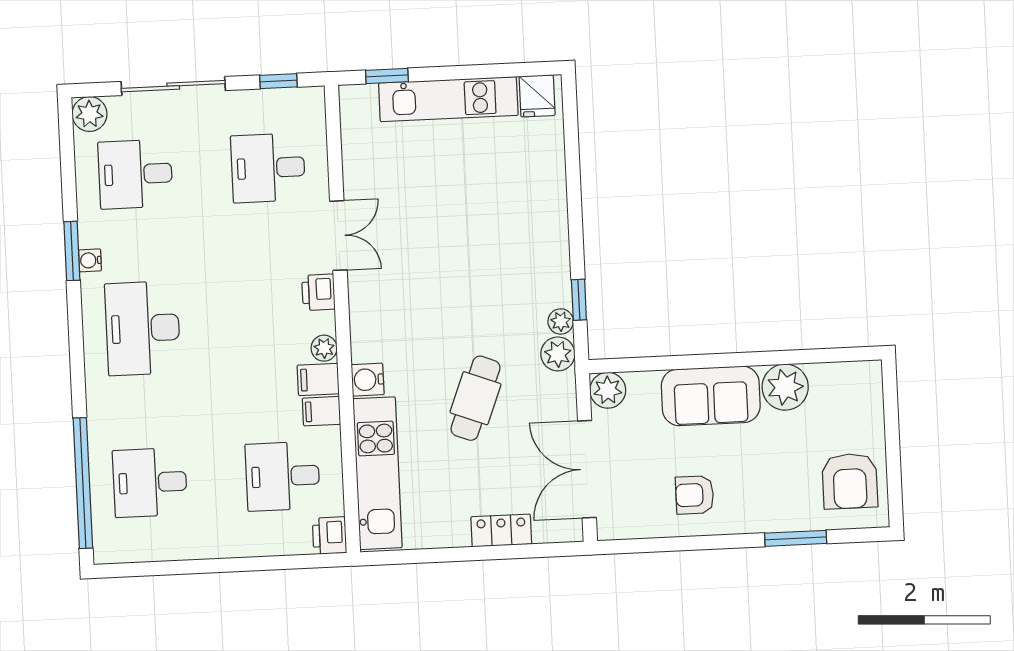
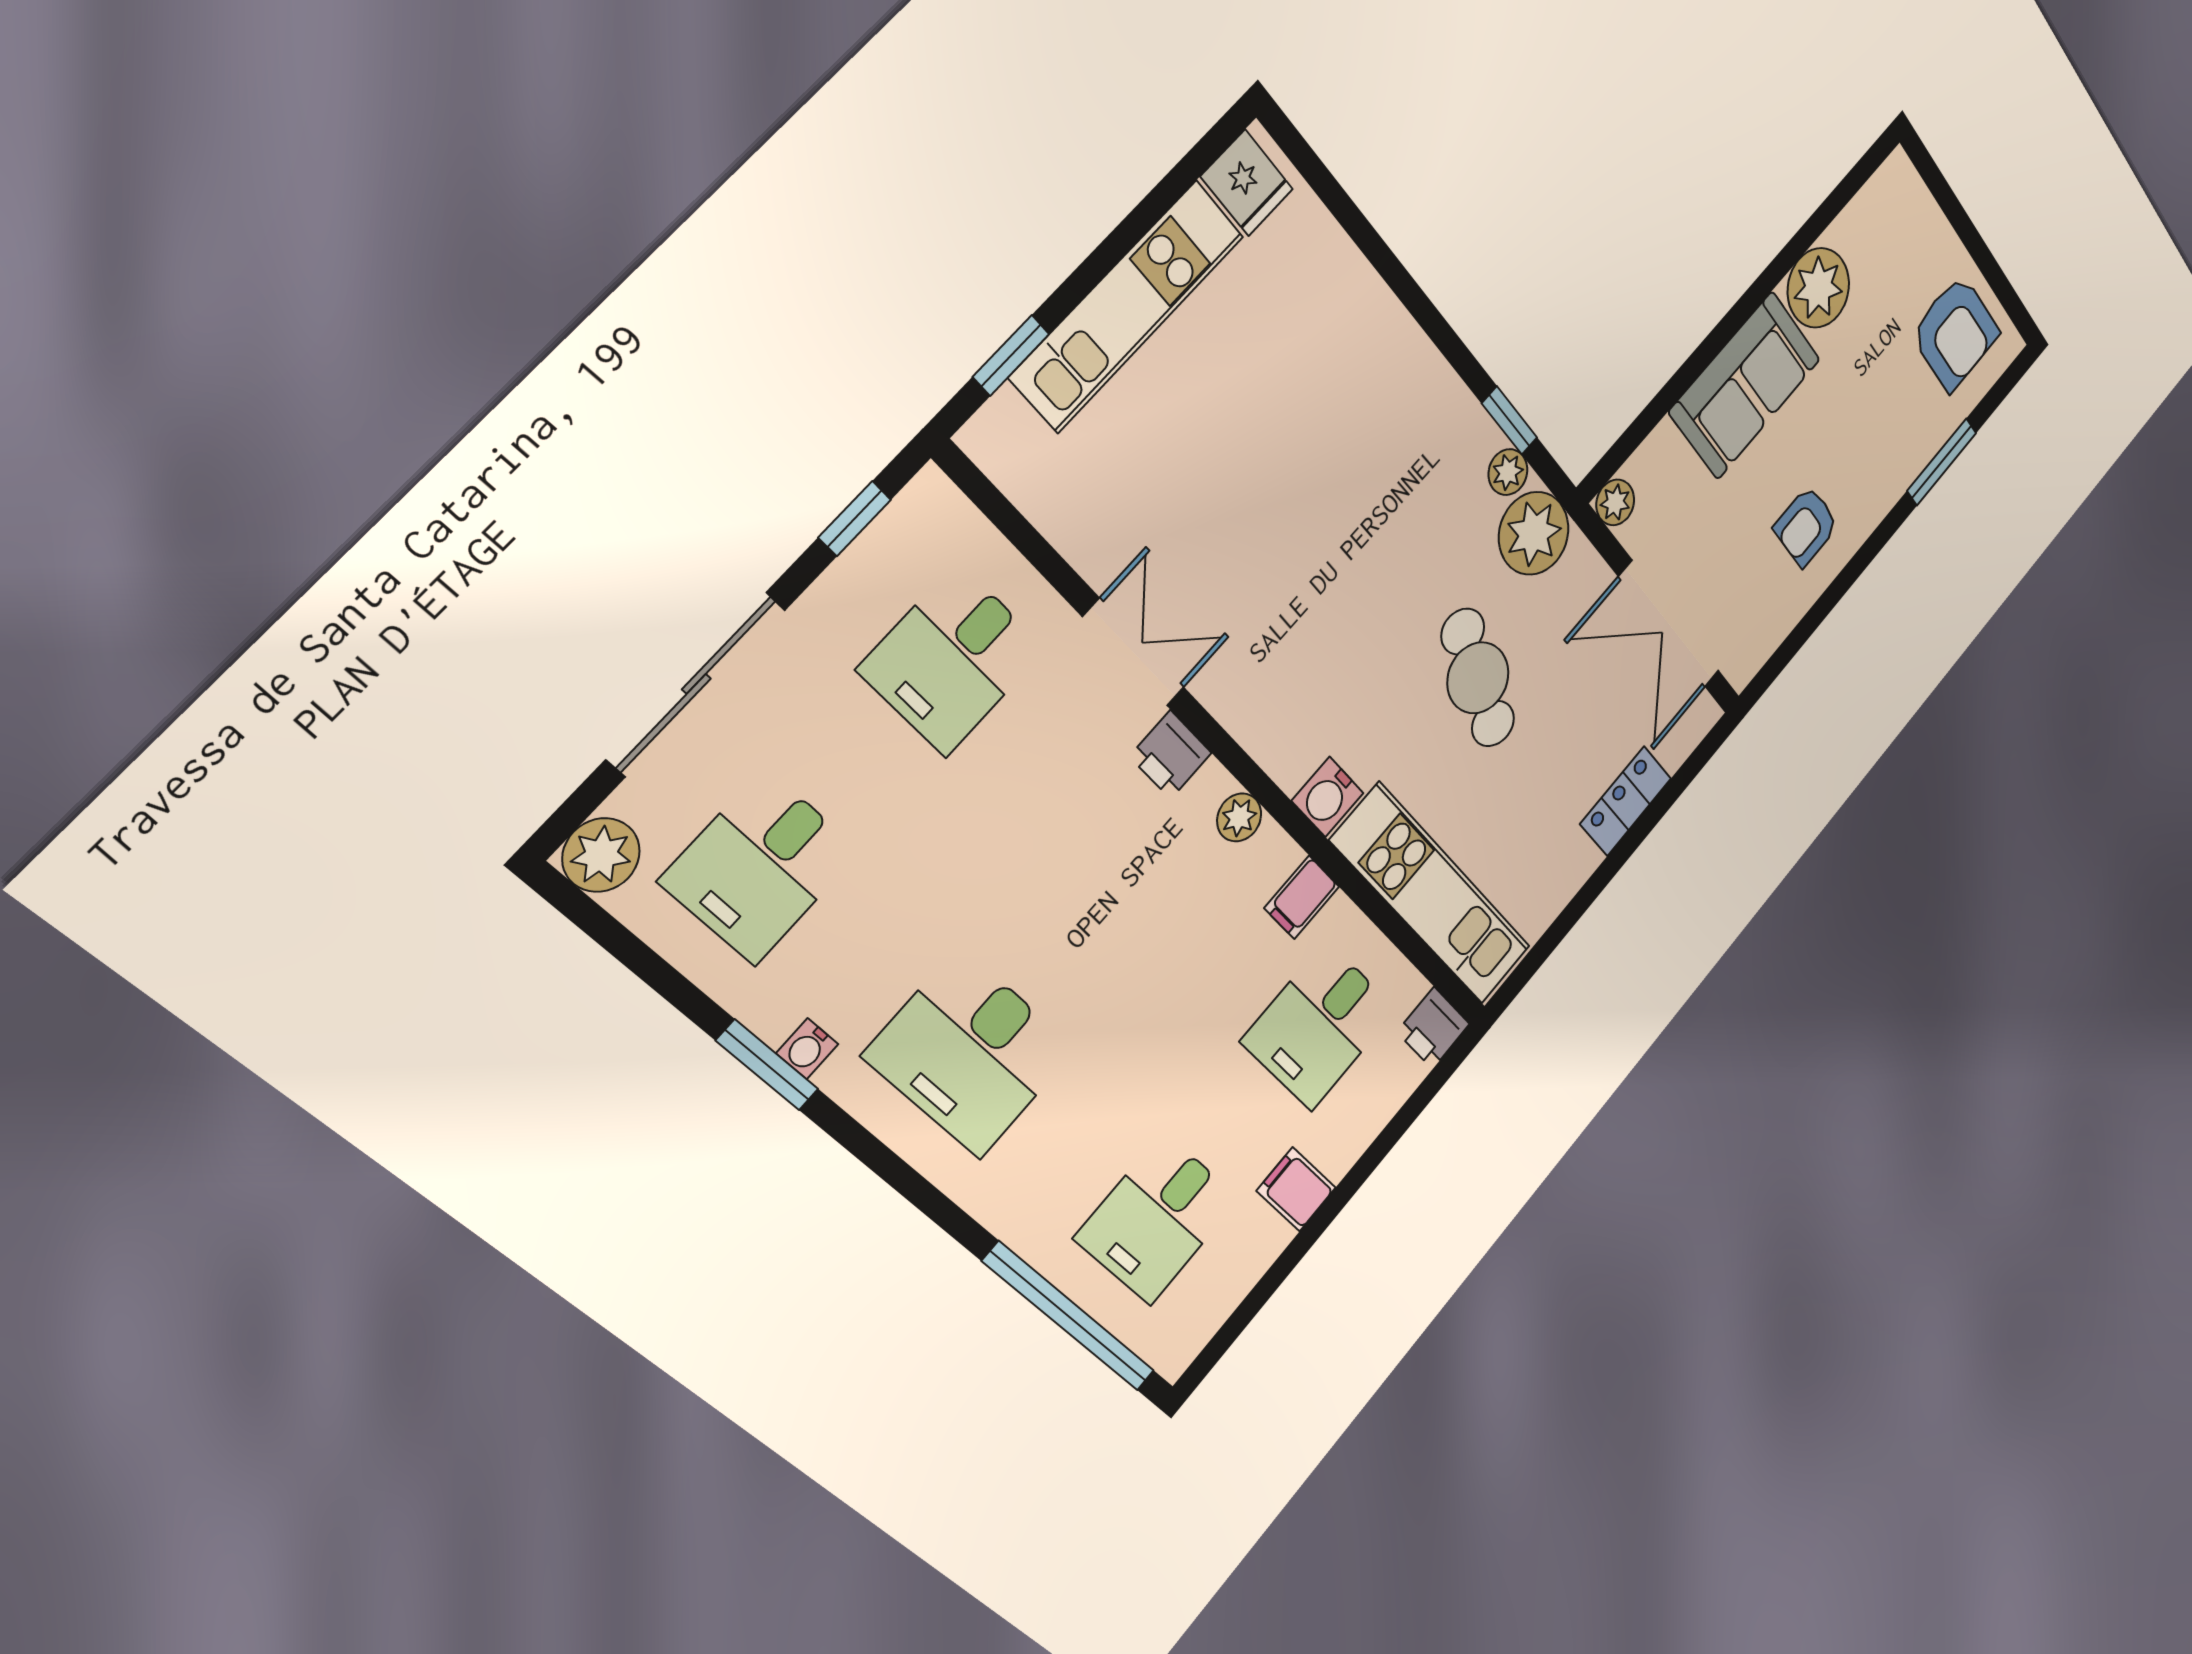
plant: (558, 354) -> (1534, 533), width x1.36, depth x1.36
filing cabinet: (318, 379) -> (1296, 1189), moved, turned 90
plant: (608, 390) -> (1615, 502), width x0.73, depth x0.73

